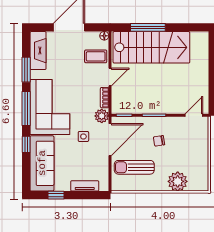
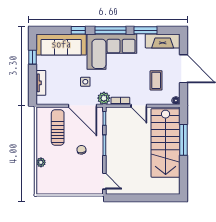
coffee table: (96, 56) -> (156, 80), moved
plant: (178, 181) -> (41, 162), width x0.53, depth x0.53

